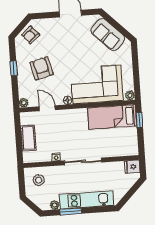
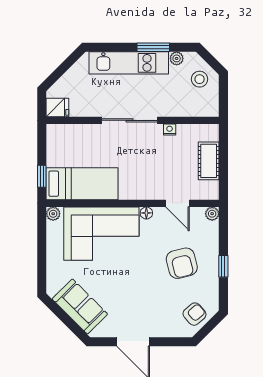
stool: (39, 180) -> (200, 79), moved

